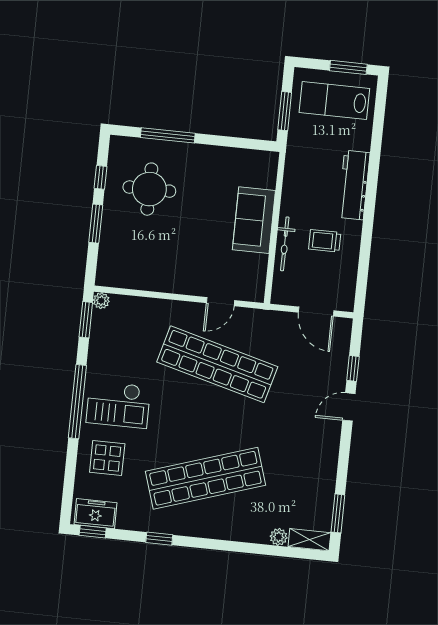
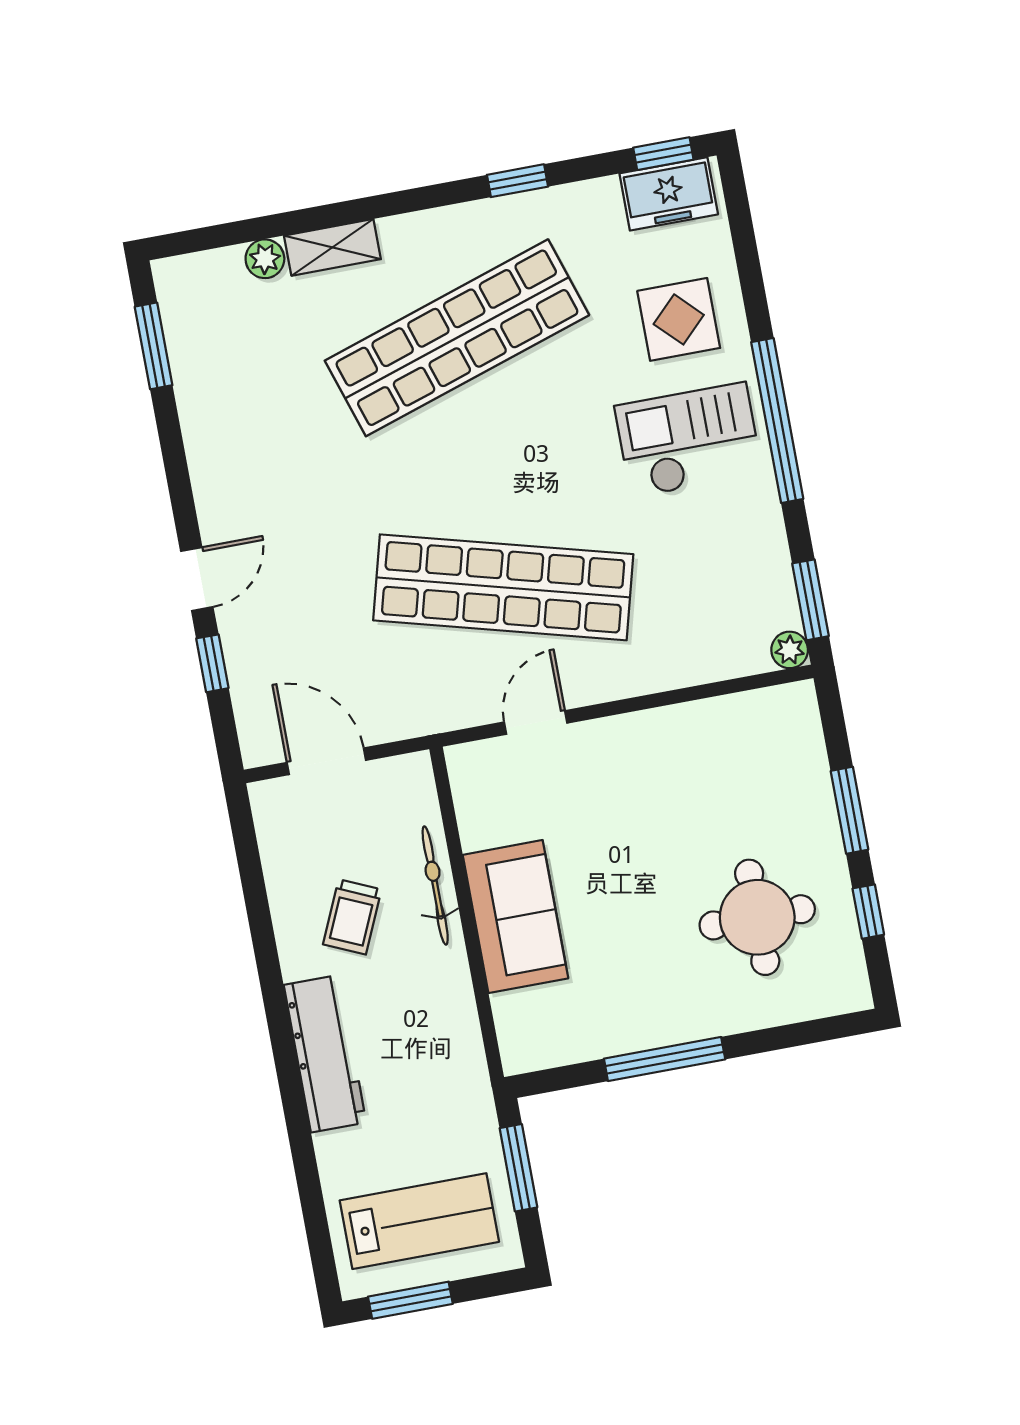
window: (168, 135) -> (665, 1059), moved
trolley: (325, 241) -> (352, 917), turned 114
shelving: (309, 540) -> (332, 247), moved

